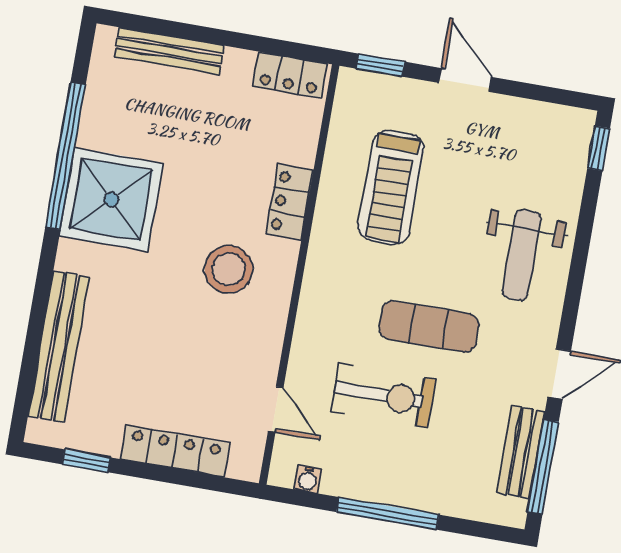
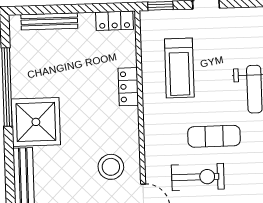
shower: (111, 199) -> (36, 122), moved
stool: (229, 269) -> (111, 167), moved

